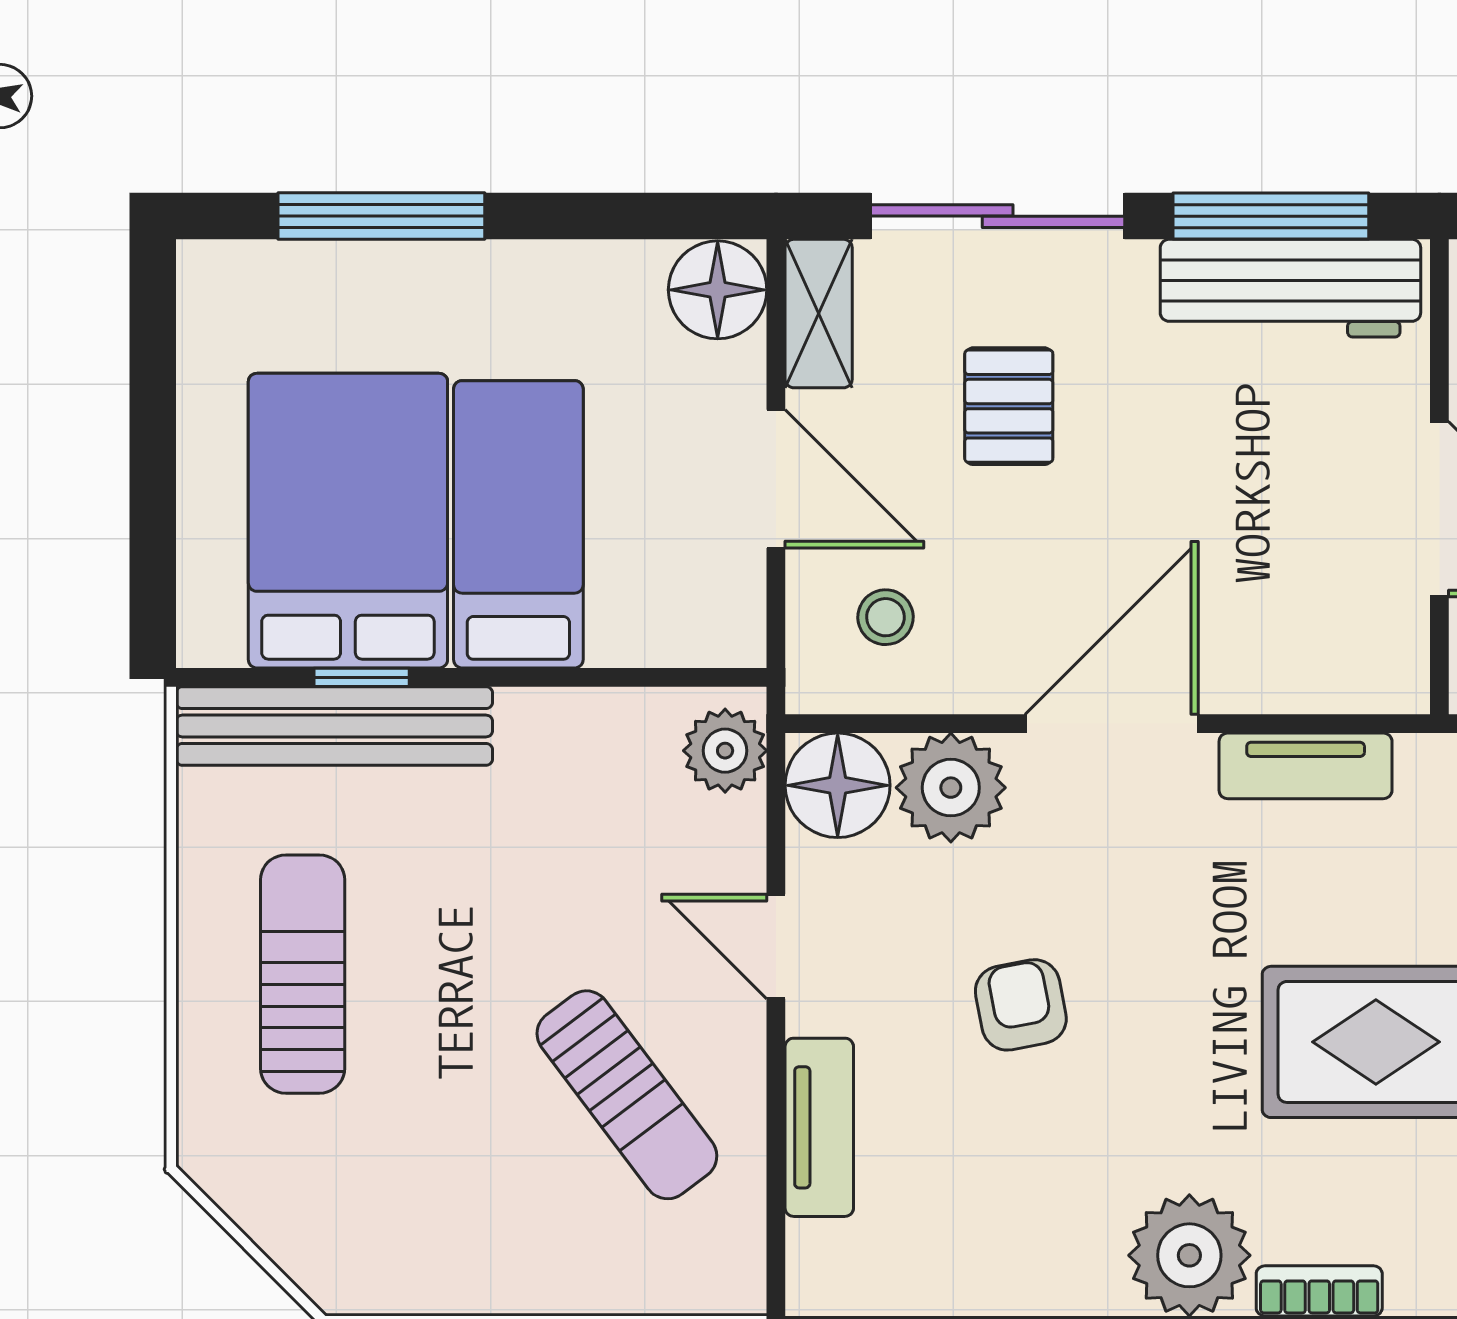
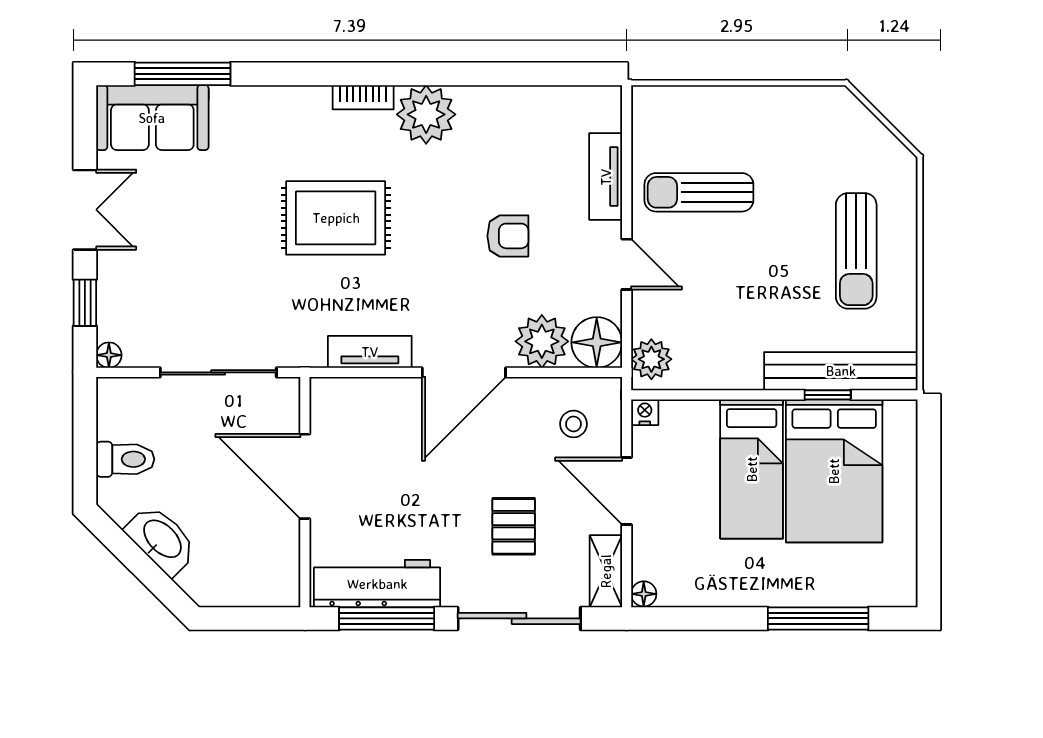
floor lamp: (718, 290) -> (644, 594), width x0.53, depth x0.53
nightstand: (739, 642) -> (645, 412), added
armchair: (1021, 1005) -> (508, 236), turned -79
sun lounger: (627, 1095) -> (699, 192), turned -53

